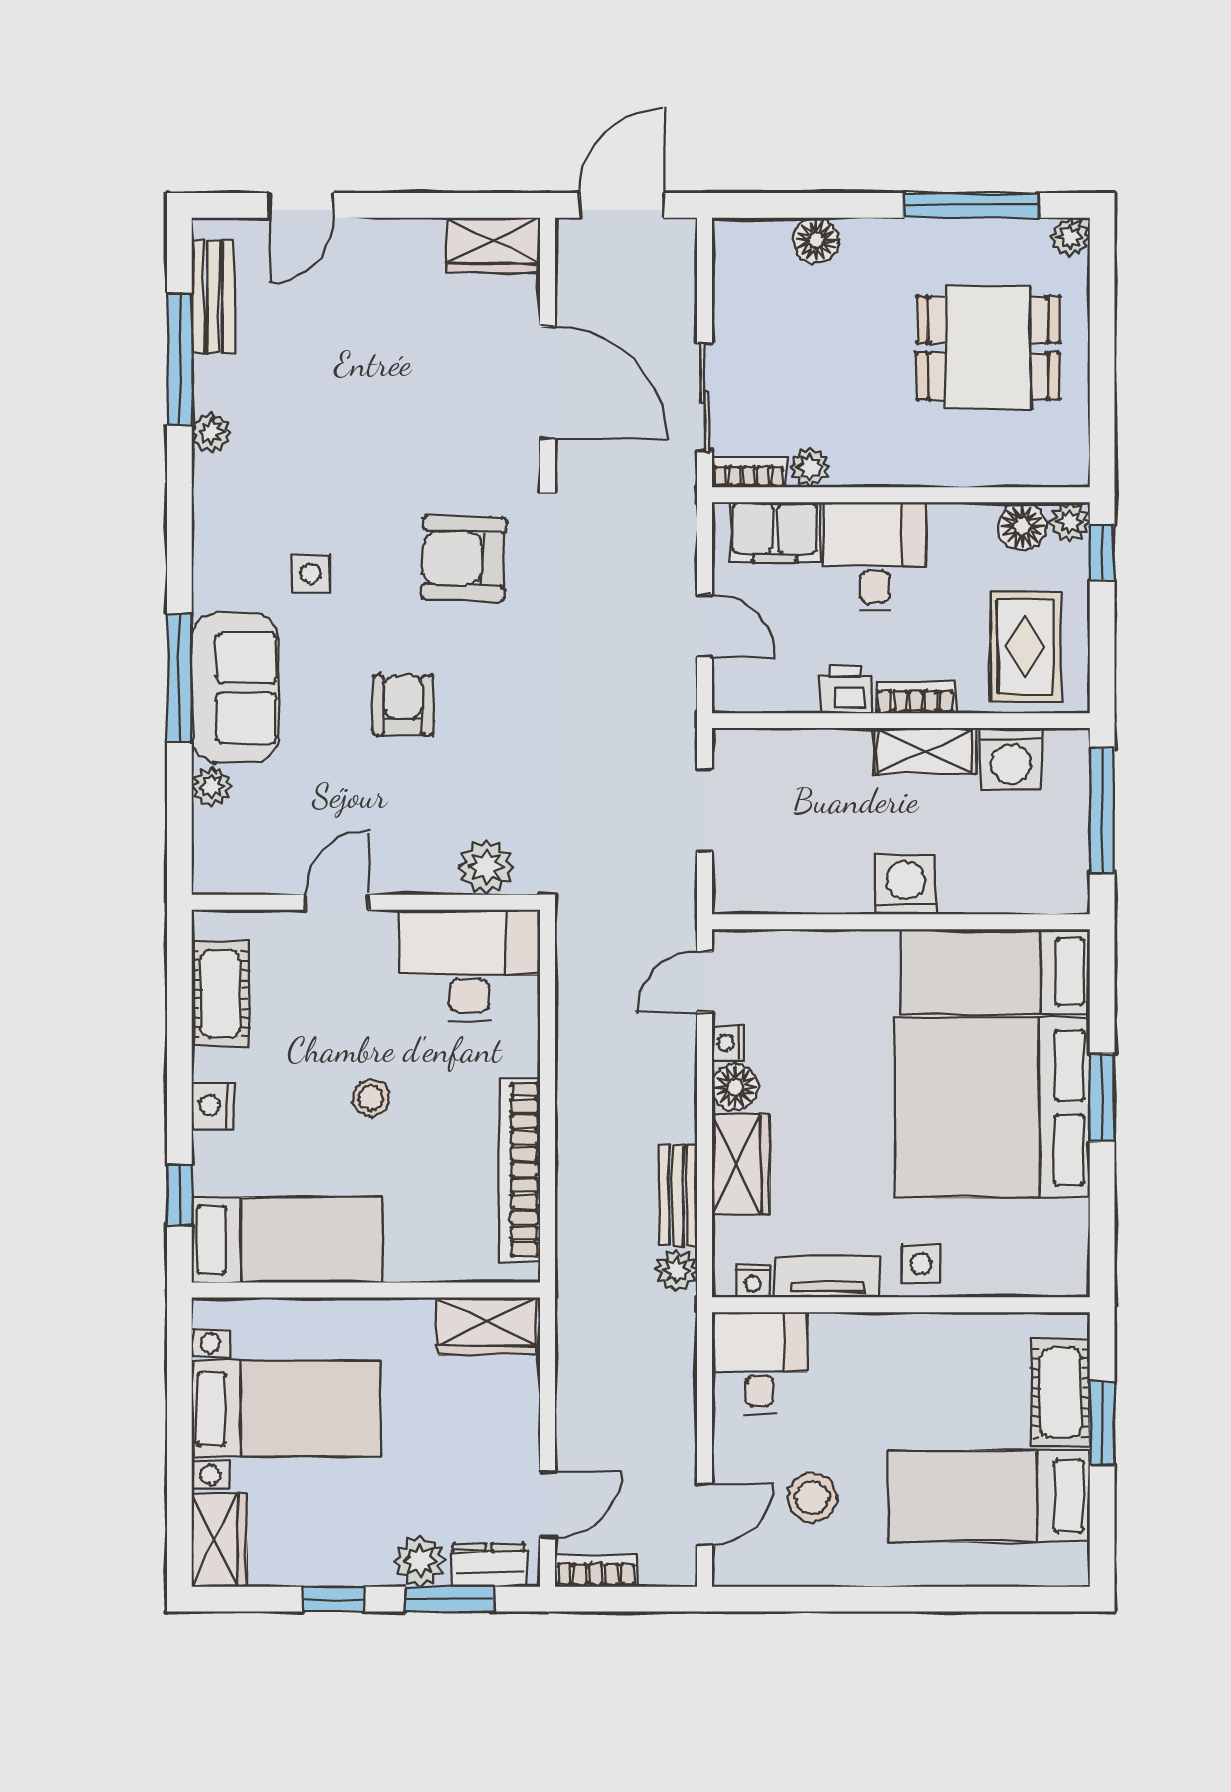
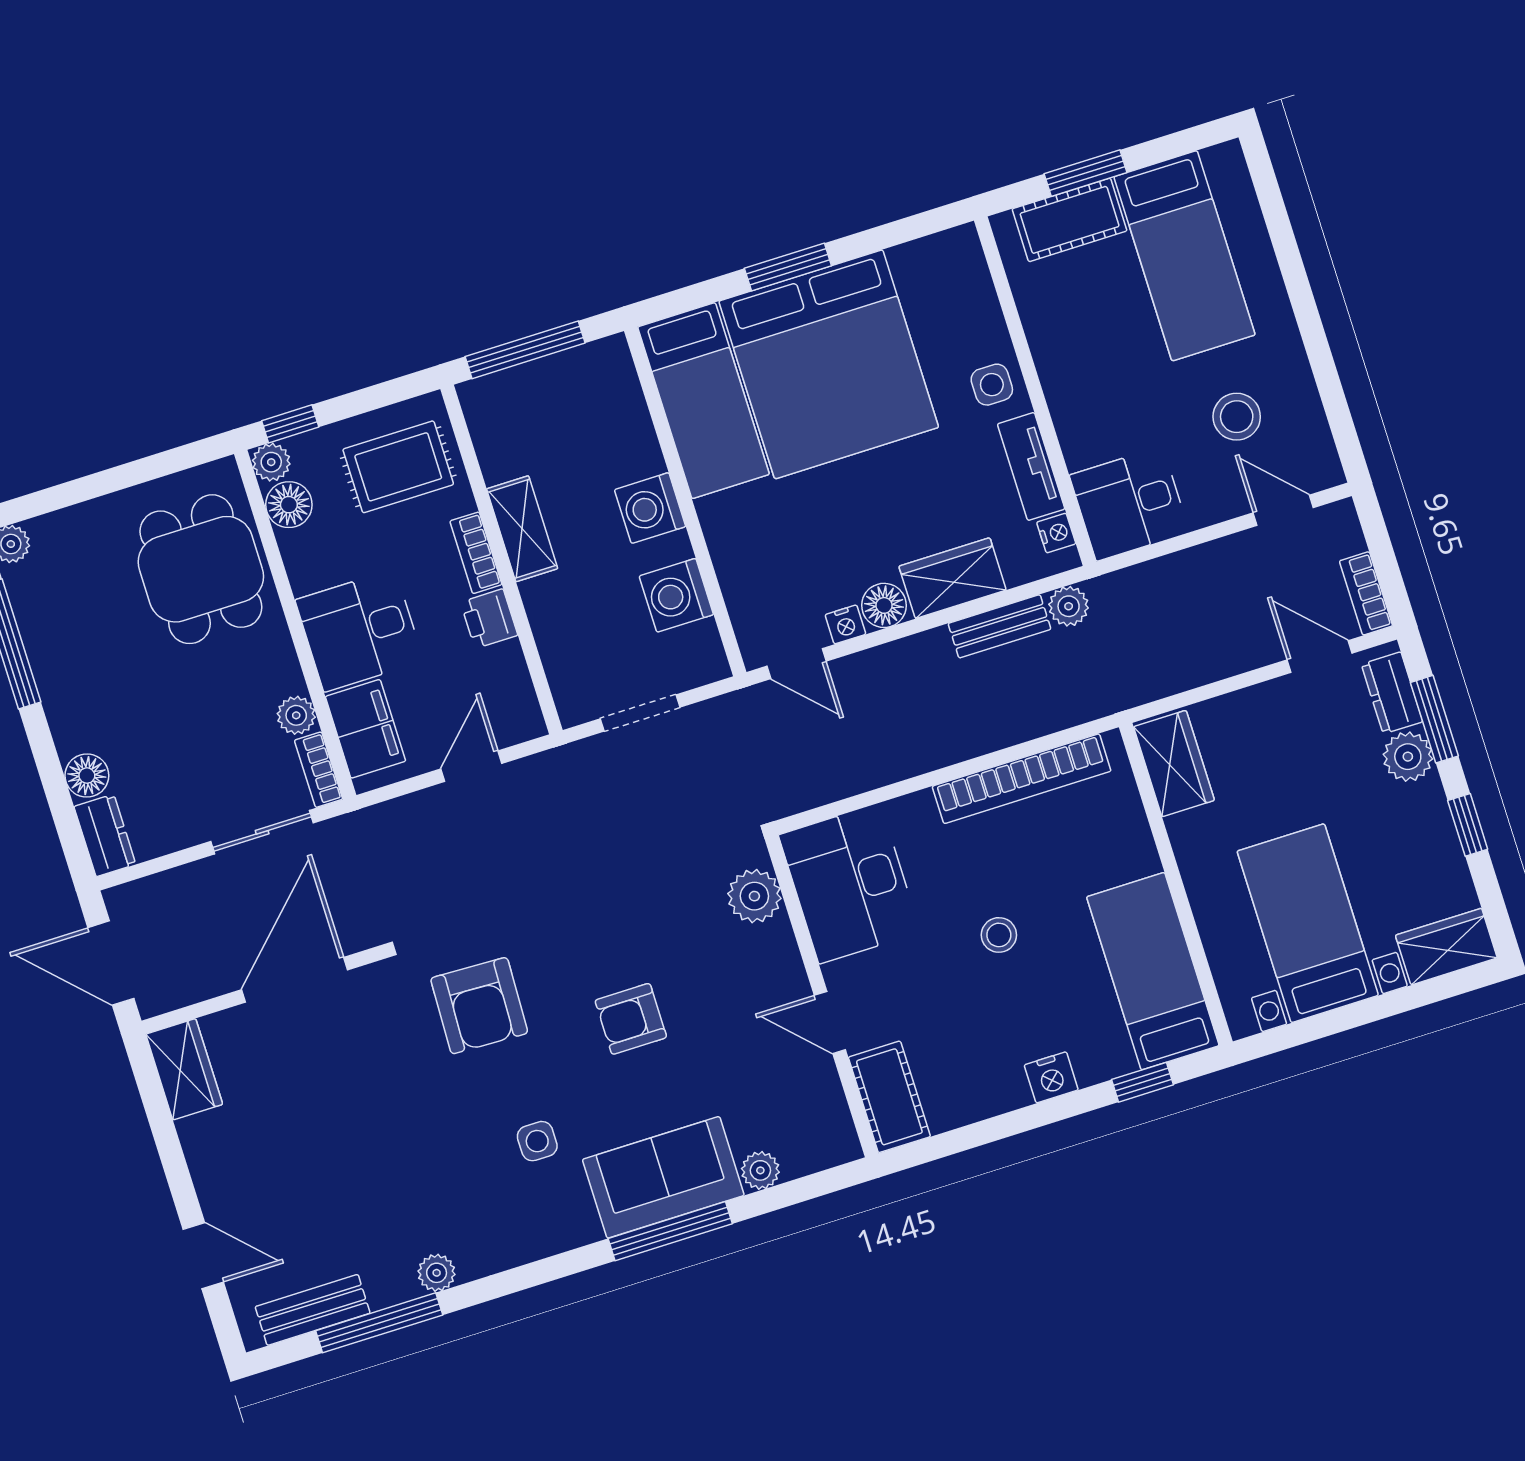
dresser: (751, 239) -> (105, 835), added
dining table: (988, 348) -> (201, 569), moved
washing machine: (1011, 759) -> (676, 595), moved, turned 180
cot: (220, 994) -> (889, 1097), moved, turned 90

